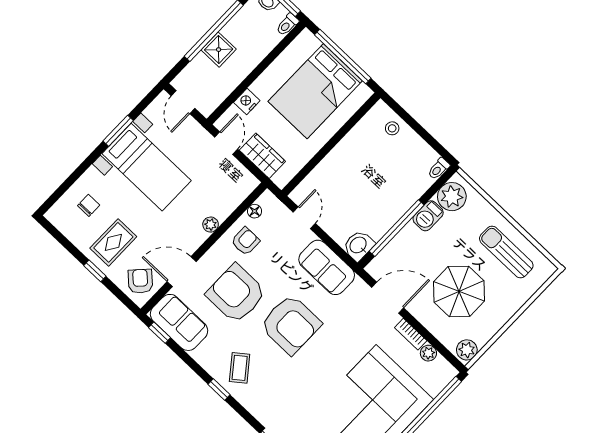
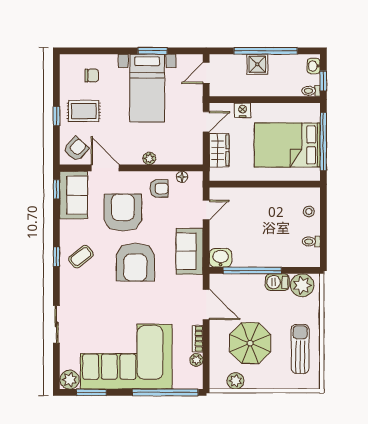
toilet: (439, 169) -> (311, 241), moved
plant: (467, 350) -> (235, 381), moved

